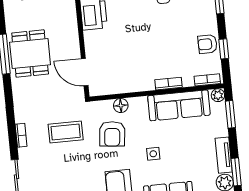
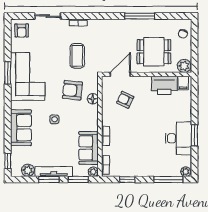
armchair: (207, 44) -> (125, 100), moved, turned -65
dining table: (30, 53) -> (154, 52), moved
sofa: (179, 105) -> (89, 148), width x0.73
tv unit: (224, 155) -> (54, 172), width x1.41
window: (236, 172) -> (49, 180), moved

